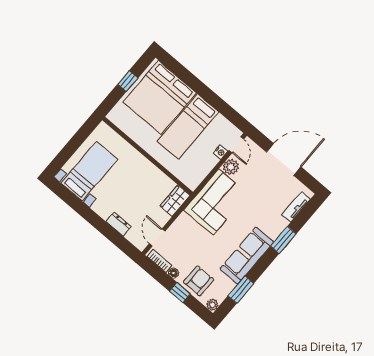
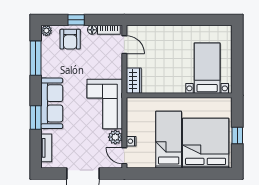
bed with nightstands: (89, 171) -> (207, 68), moved, turned 180
dresser: (119, 224) -> (159, 31), removed
sofa: (247, 256) -> (52, 103), moved
window: (241, 290) -> (36, 58), width x1.44

